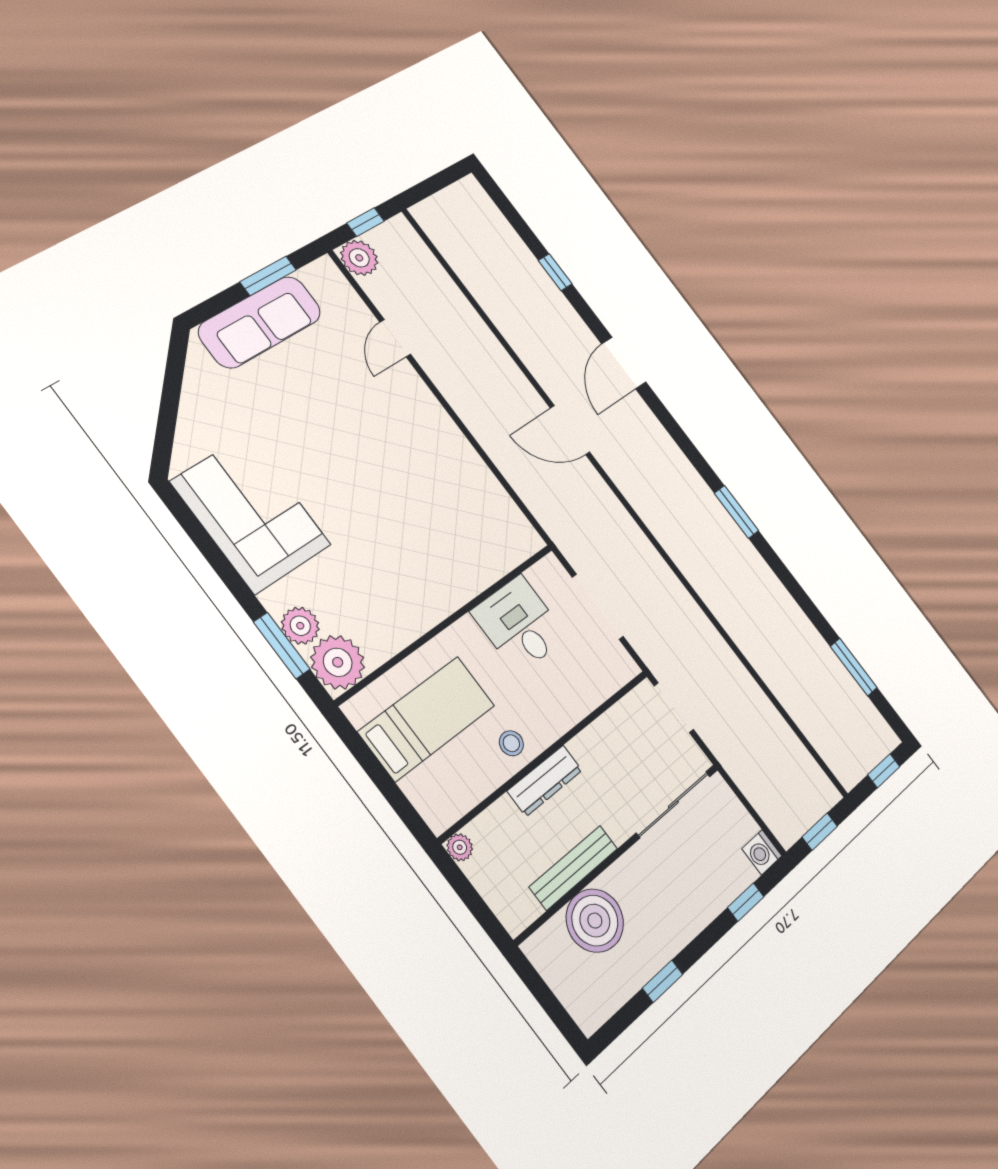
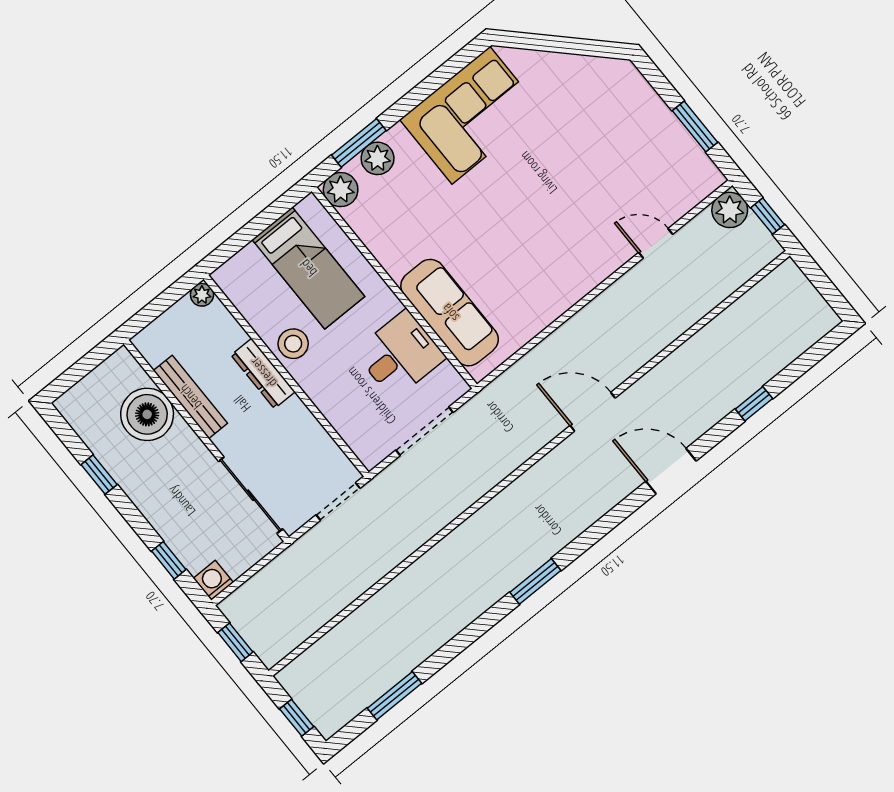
sofa: (260, 322) -> (450, 313), moved, turned 180
door: (570, 430) -> (593, 412), hinge flipped
plant: (338, 662) -> (341, 190), width x0.73, depth x0.73
stool: (511, 743) -> (293, 344), width x1.37, depth x1.37

